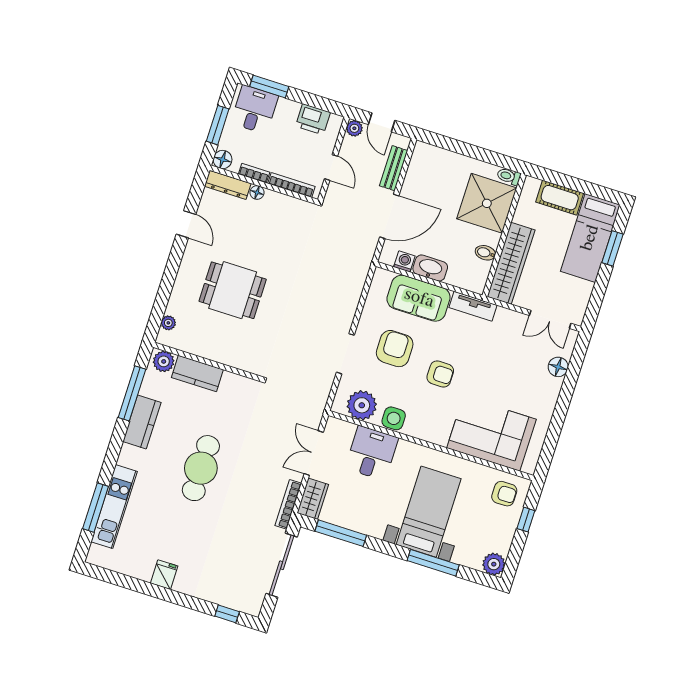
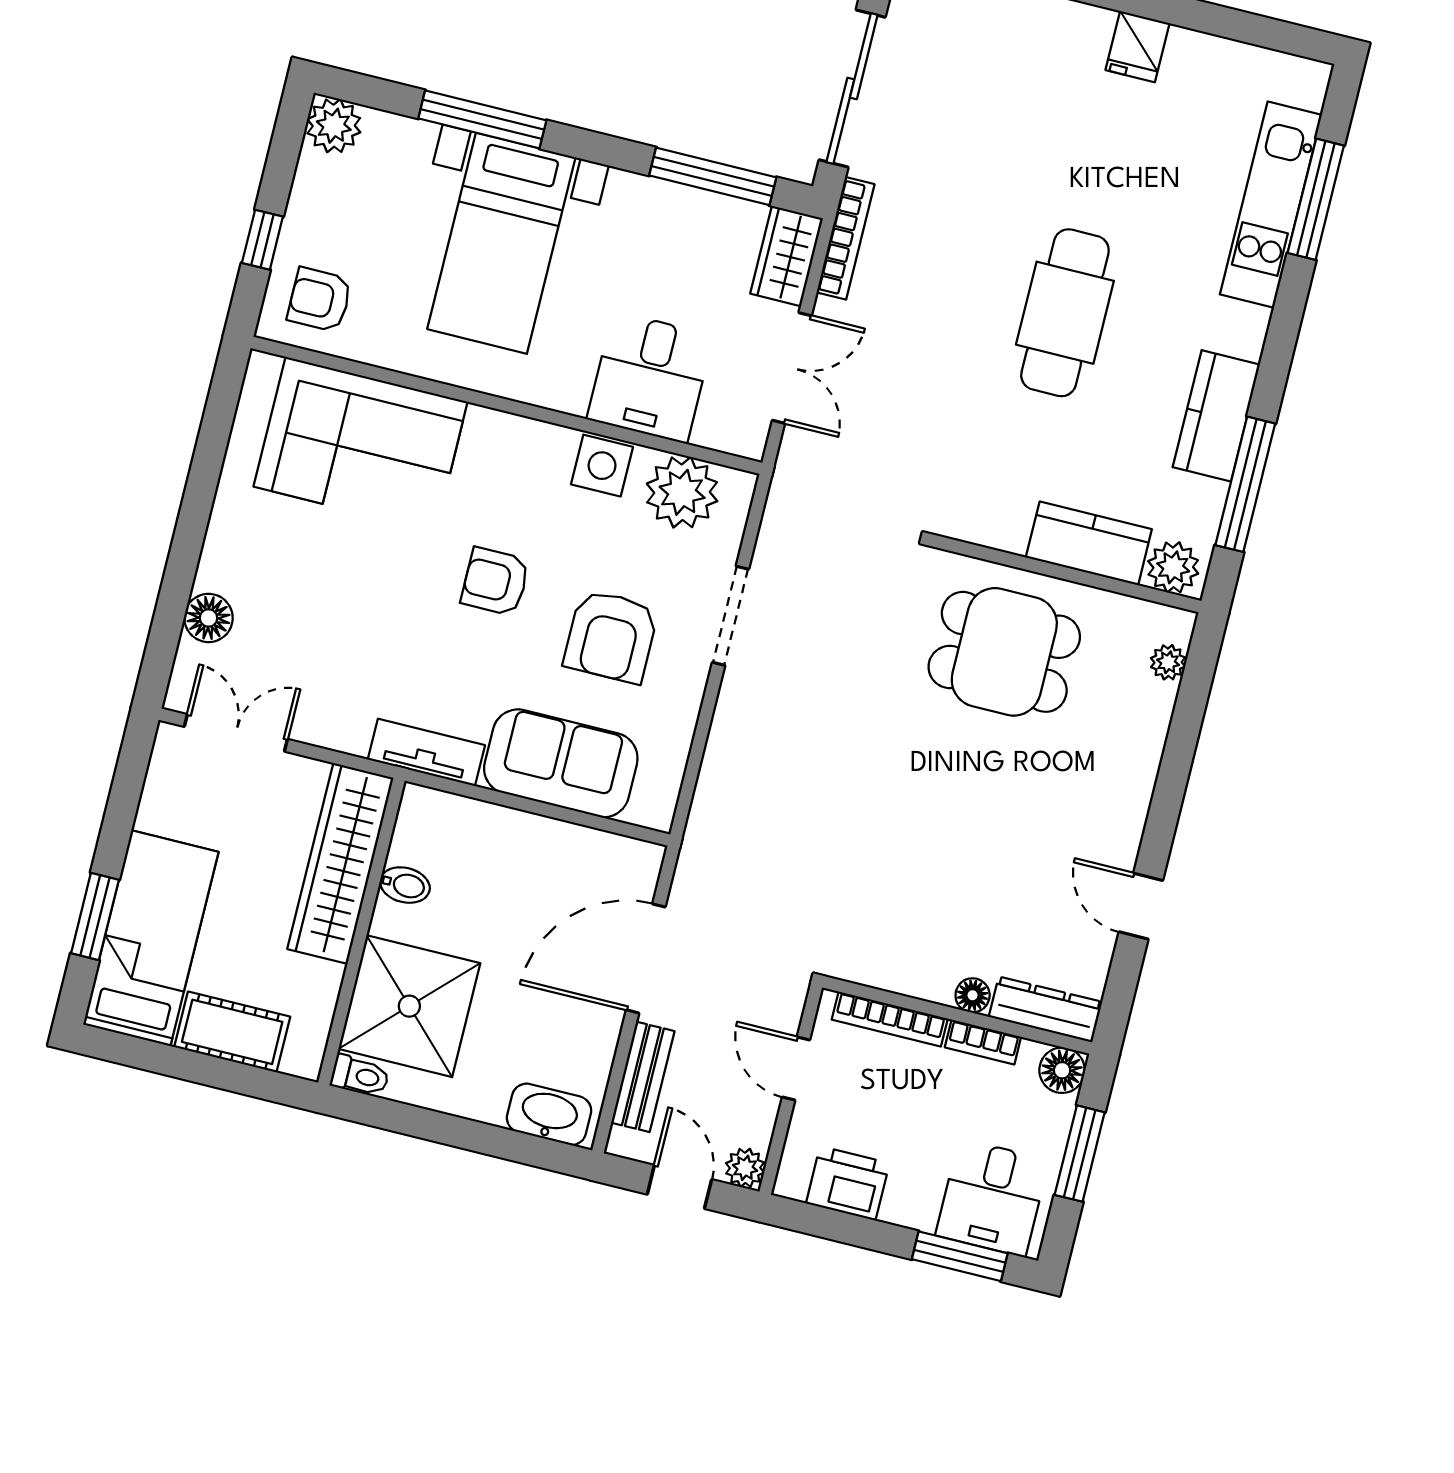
washing machine: (404, 261) -> (601, 851), removed
washbasin: (430, 268) -> (549, 1114), moved, turned 180
dining table: (233, 290) -> (1004, 652), moved

